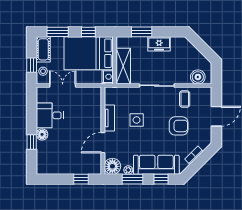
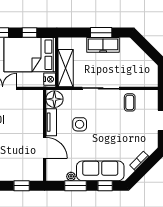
window: (142, 32) -> (101, 33), moved
freezer: (159, 44) -> (103, 45), width x1.40
boiler: (198, 77) -> (143, 79), removed
armchair: (179, 126) -> (123, 130), removed
door: (103, 143) -> (45, 148), swing flipped
floor lamp: (112, 166) -> (54, 99), moved

